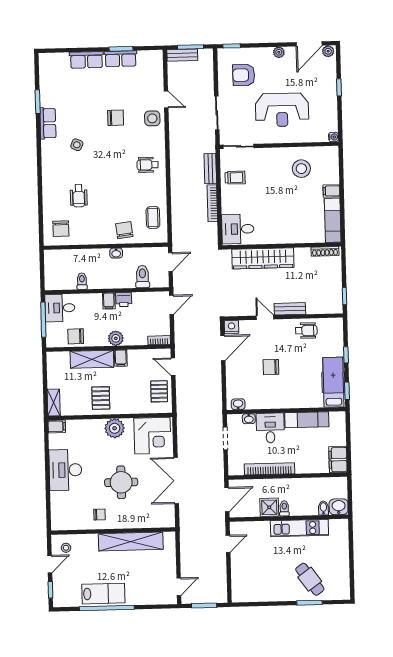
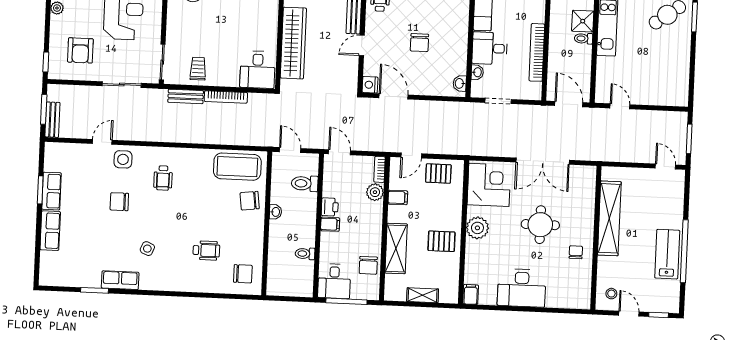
chair: (116, 118) -> (119, 202), turned -90
wheelchair: (148, 165) -> (163, 178), moved
coffee table: (153, 217) -> (237, 167), width x1.86, depth x1.72
plant: (116, 338) -> (375, 192), moved
filing cabinet: (121, 358) -> (398, 197), moved
shelving: (54, 402) -> (423, 295), moved
shower: (269, 507) -> (583, 21), moved

